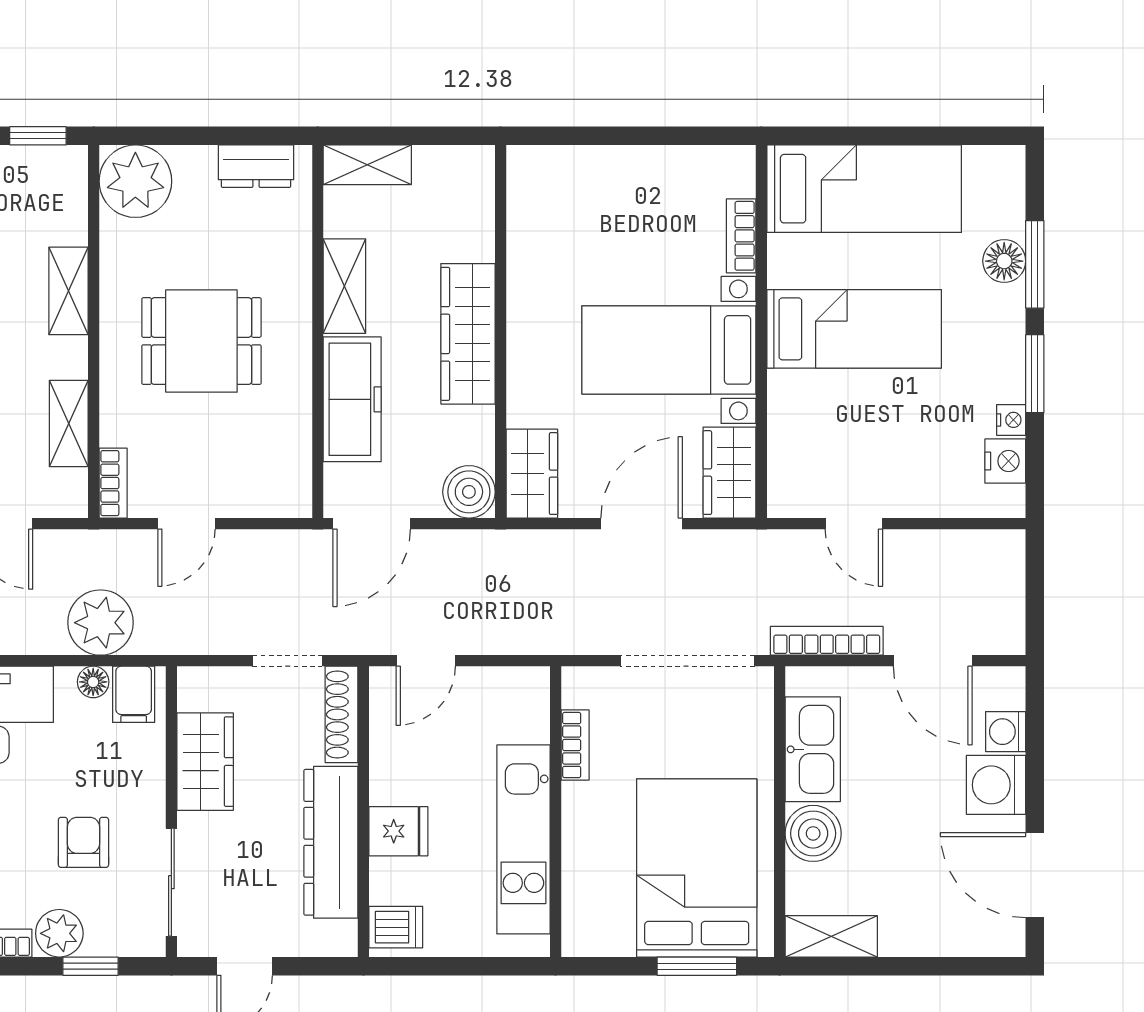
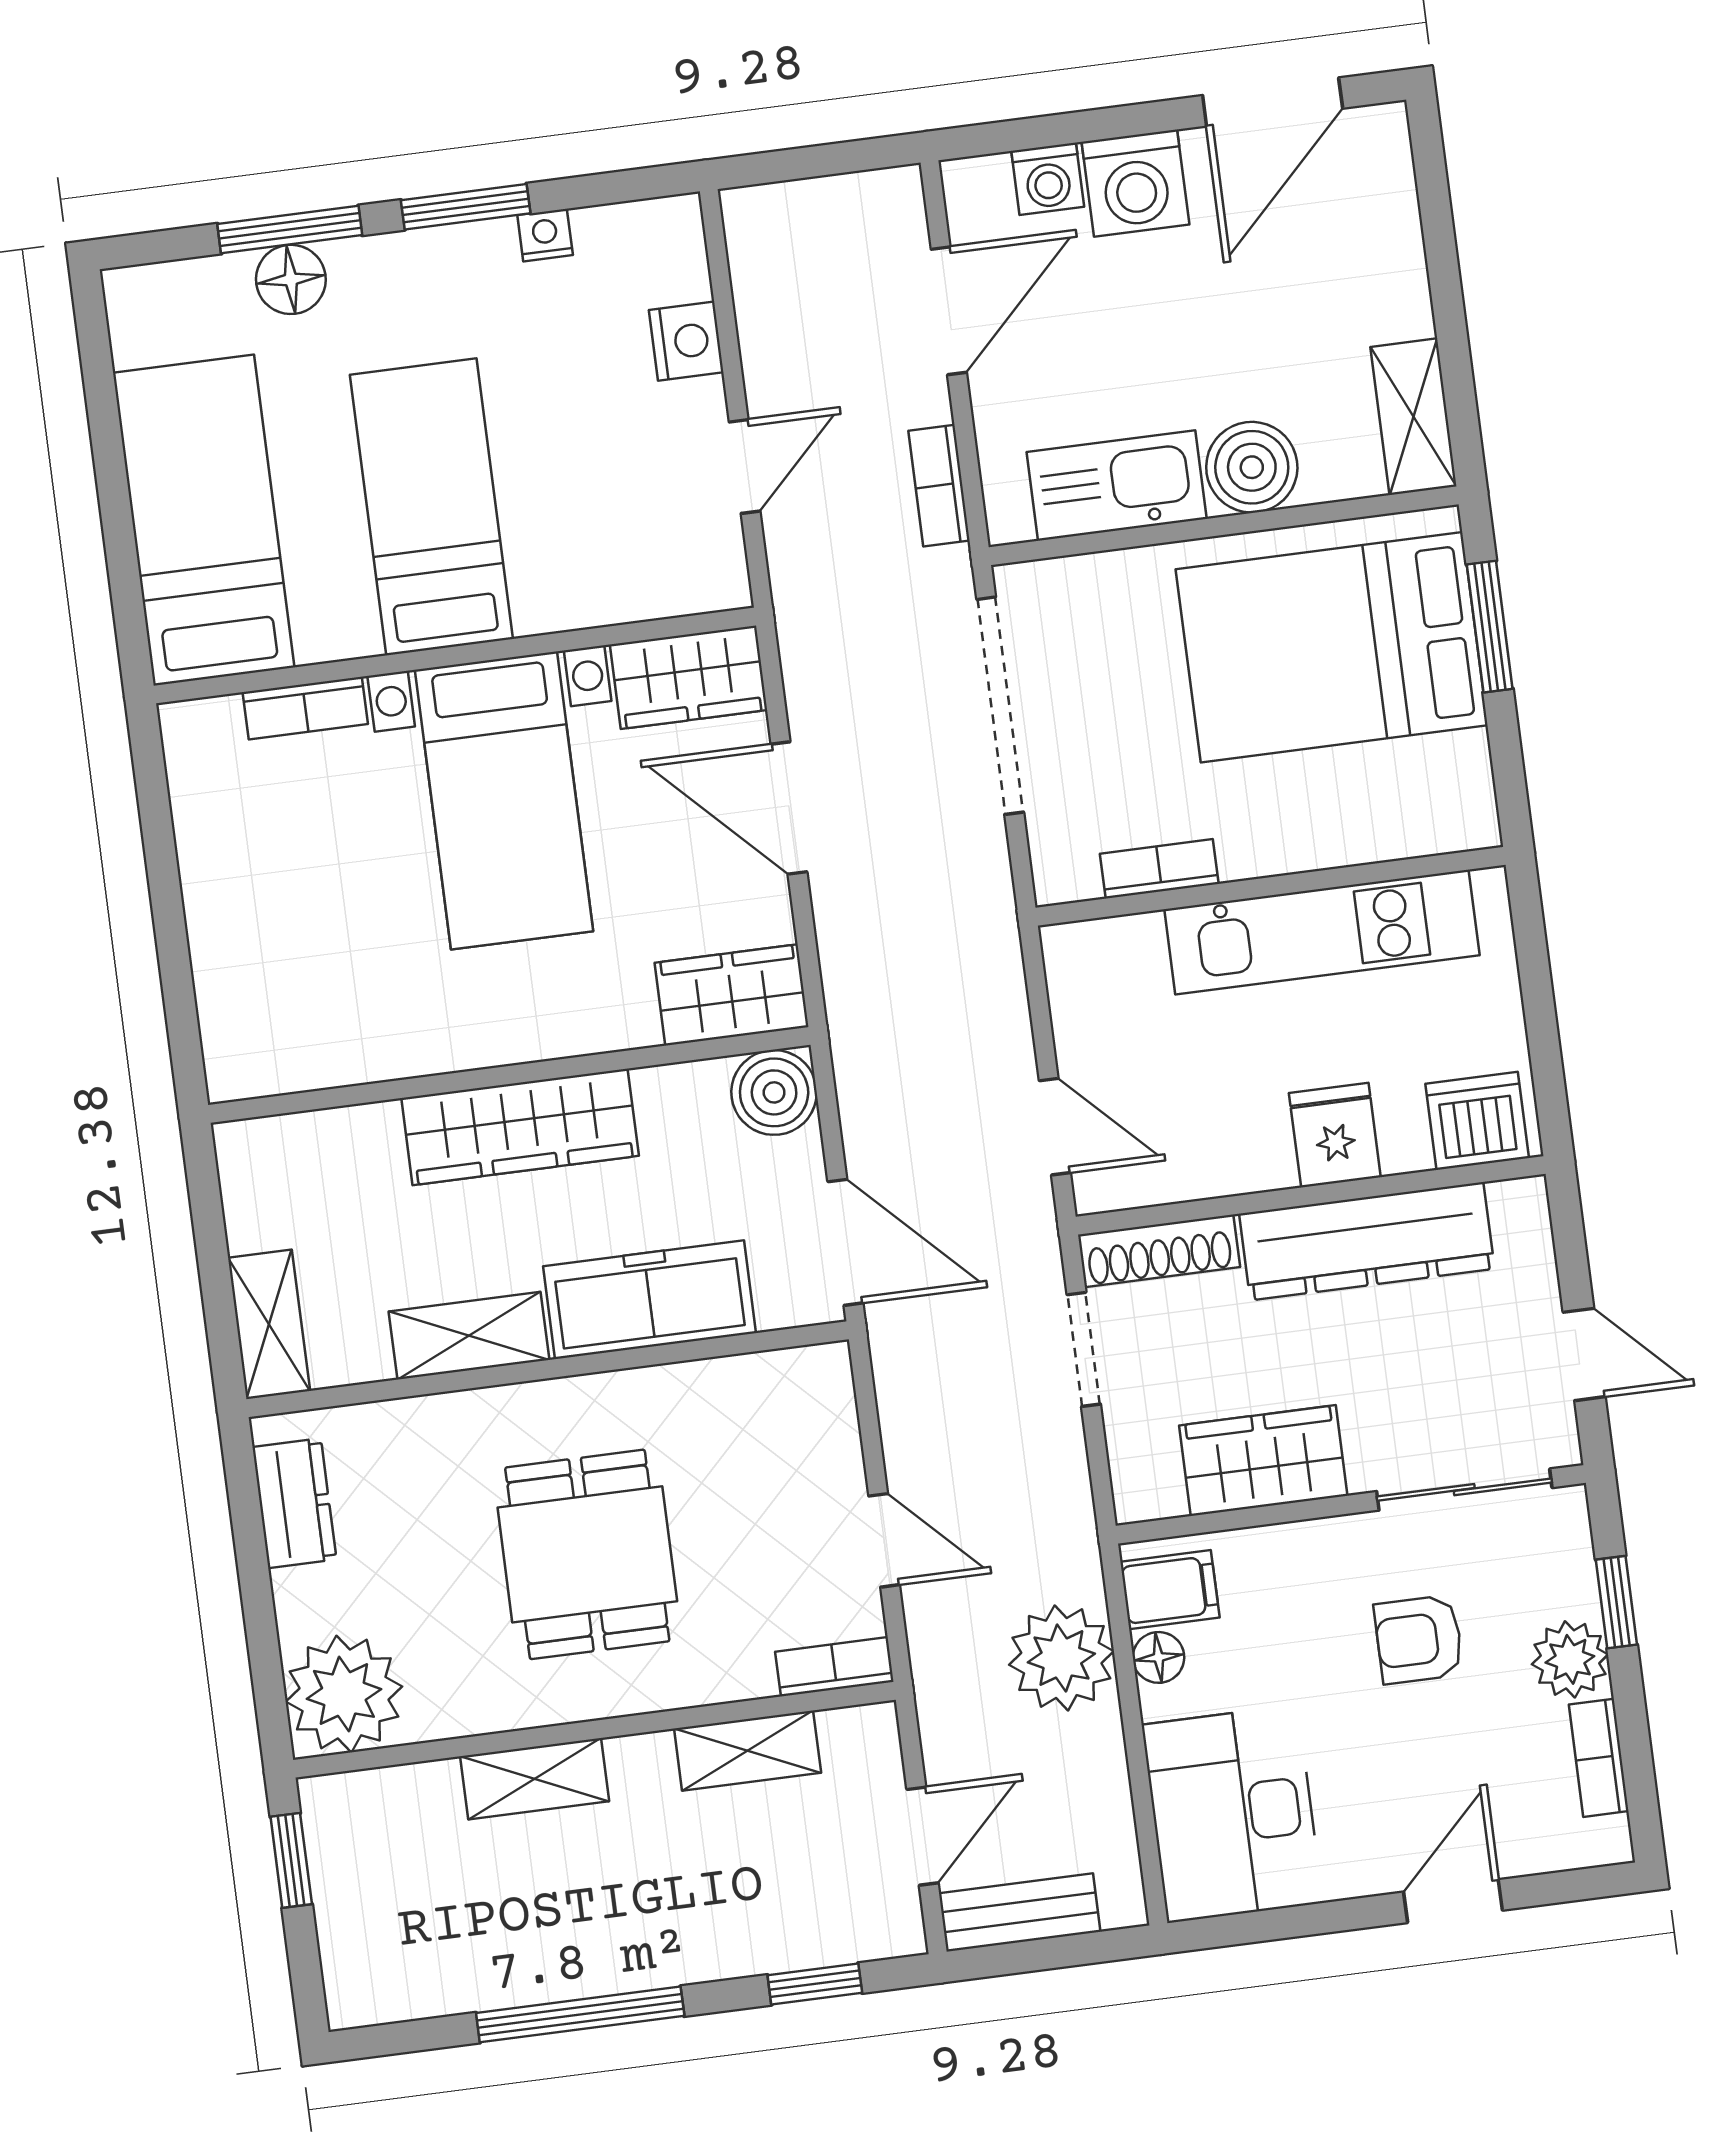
nightstand: (1005, 461) -> (686, 341), moved, turned 90
bookcase: (827, 641) -> (939, 486), width x0.64
dishwasher: (396, 927) -> (1477, 1121), width x1.38

